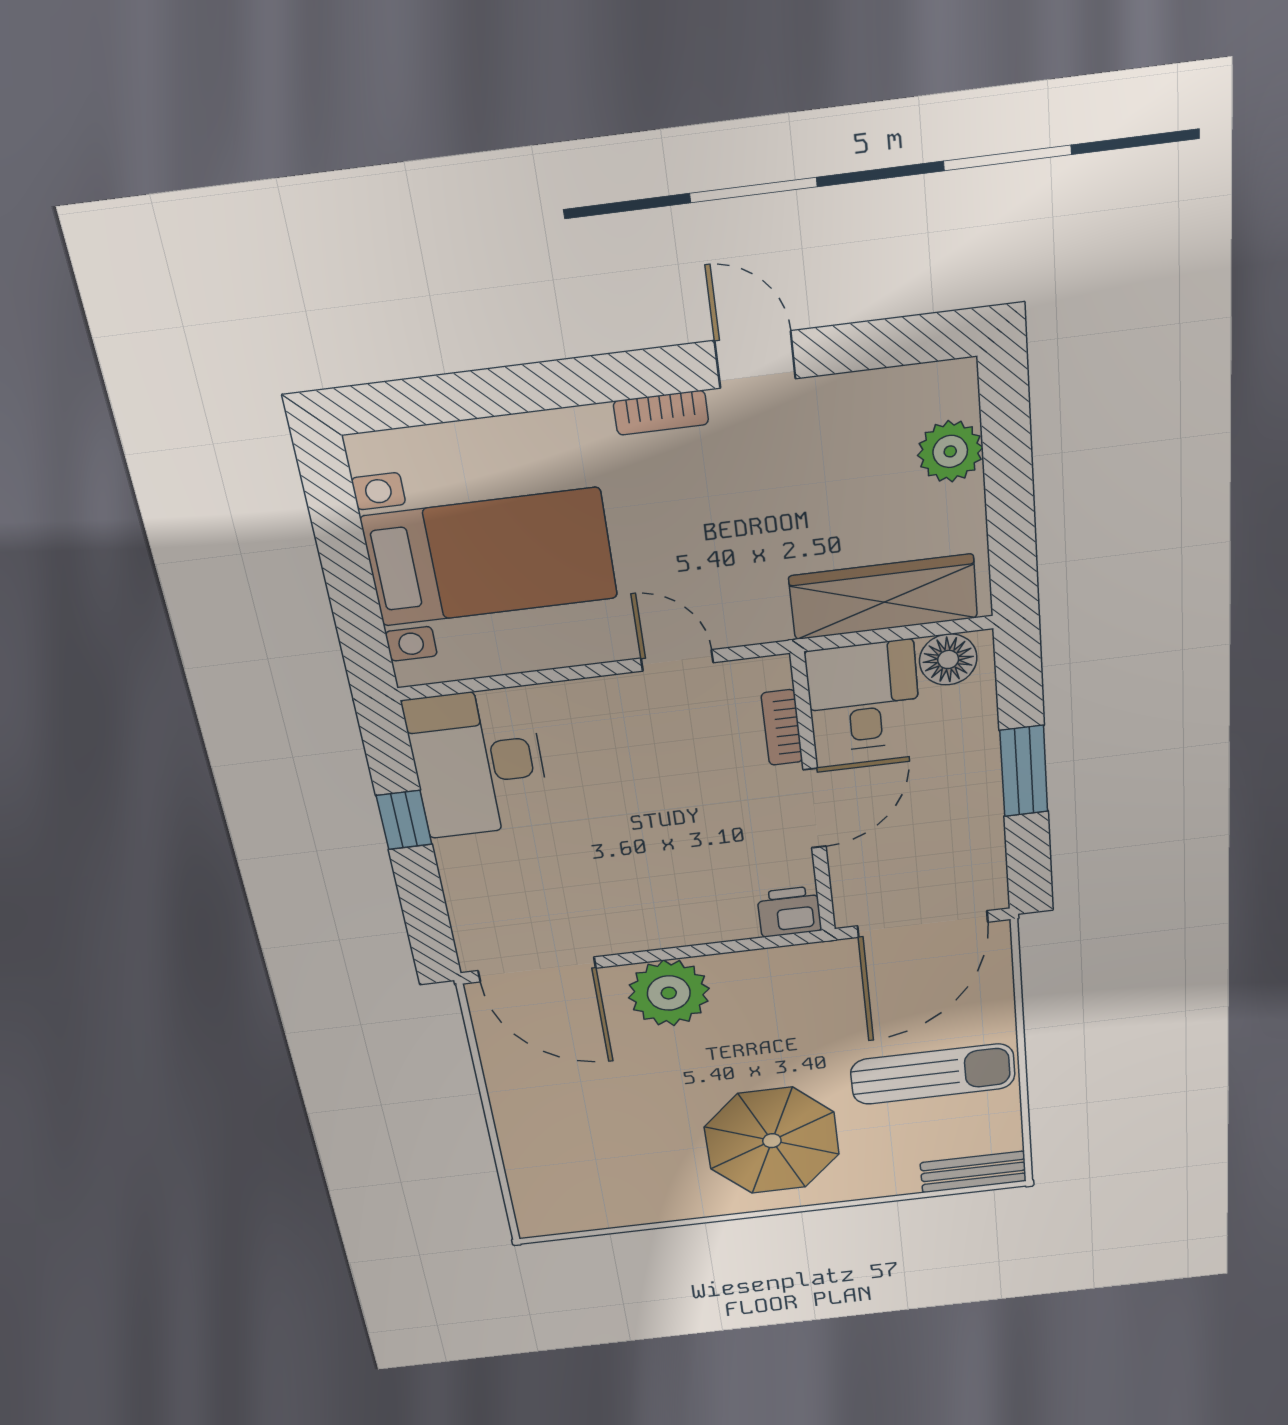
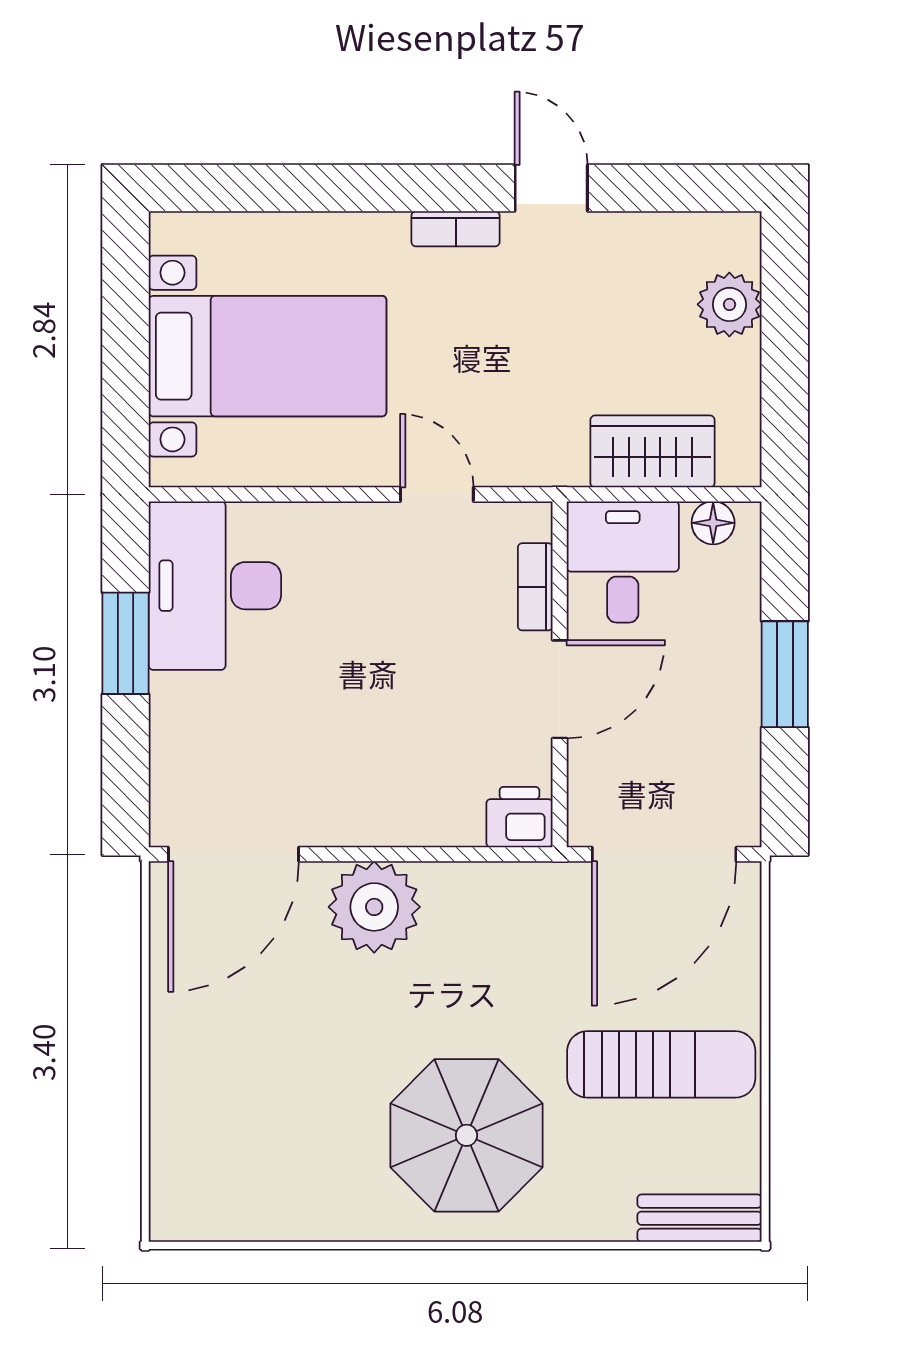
wardrobe: (883, 597) -> (652, 451), width x0.67
floor lamp: (948, 659) -> (713, 523), width x0.73, depth x0.73
window: (404, 820) -> (126, 643), width x1.50
door: (537, 969) -> (234, 854), hinge flipped

